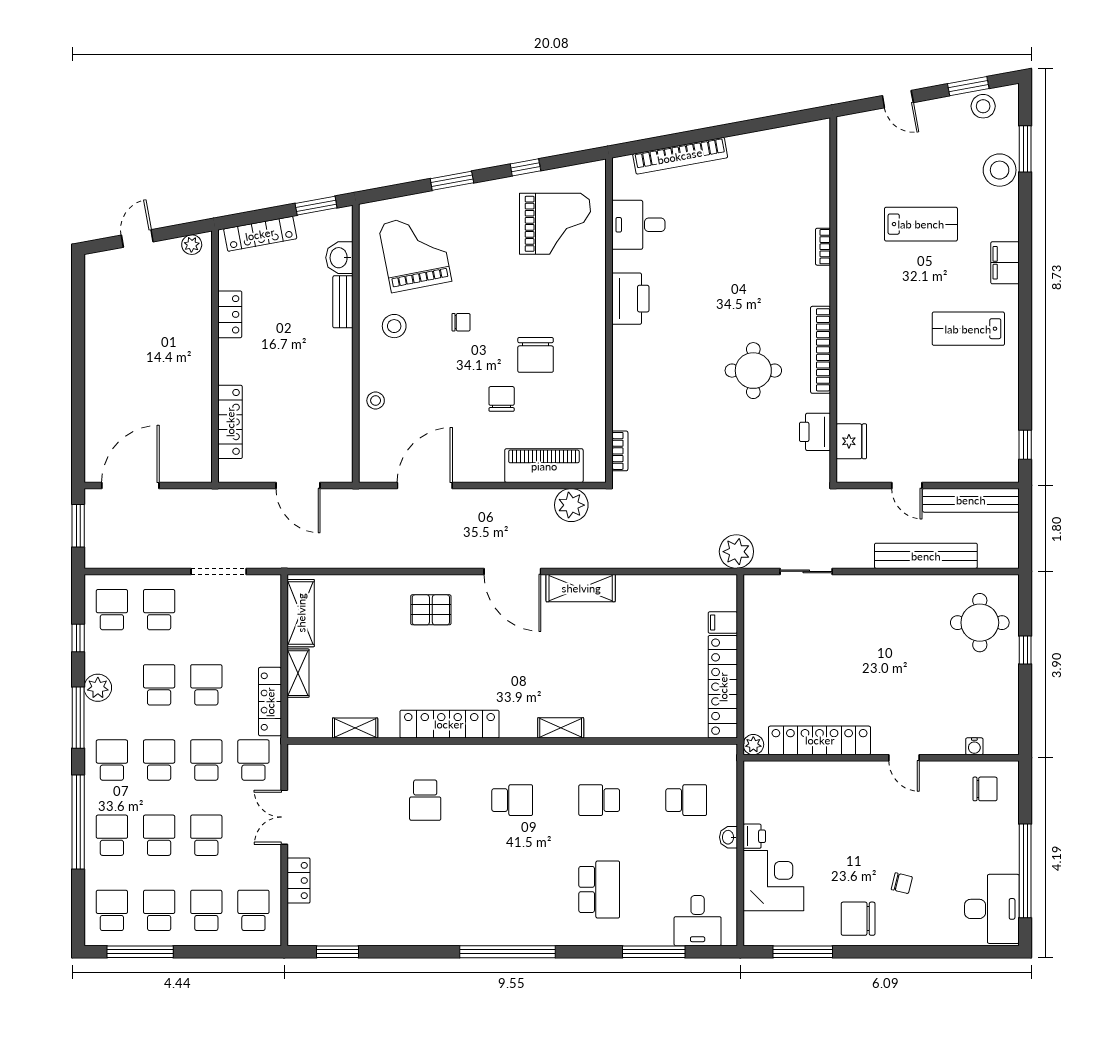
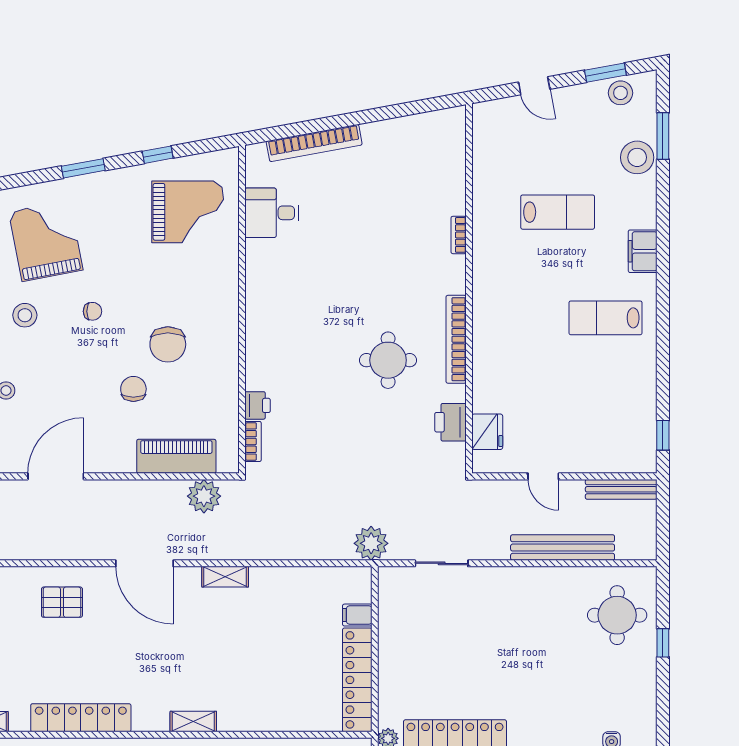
printer: (630, 299) -> (258, 405), moved, width x0.53, depth x0.68
bench: (971, 500) -> (621, 489), width x0.73, depth x0.82
shelving: (581, 588) -> (225, 577), width x0.67, depth x0.75

